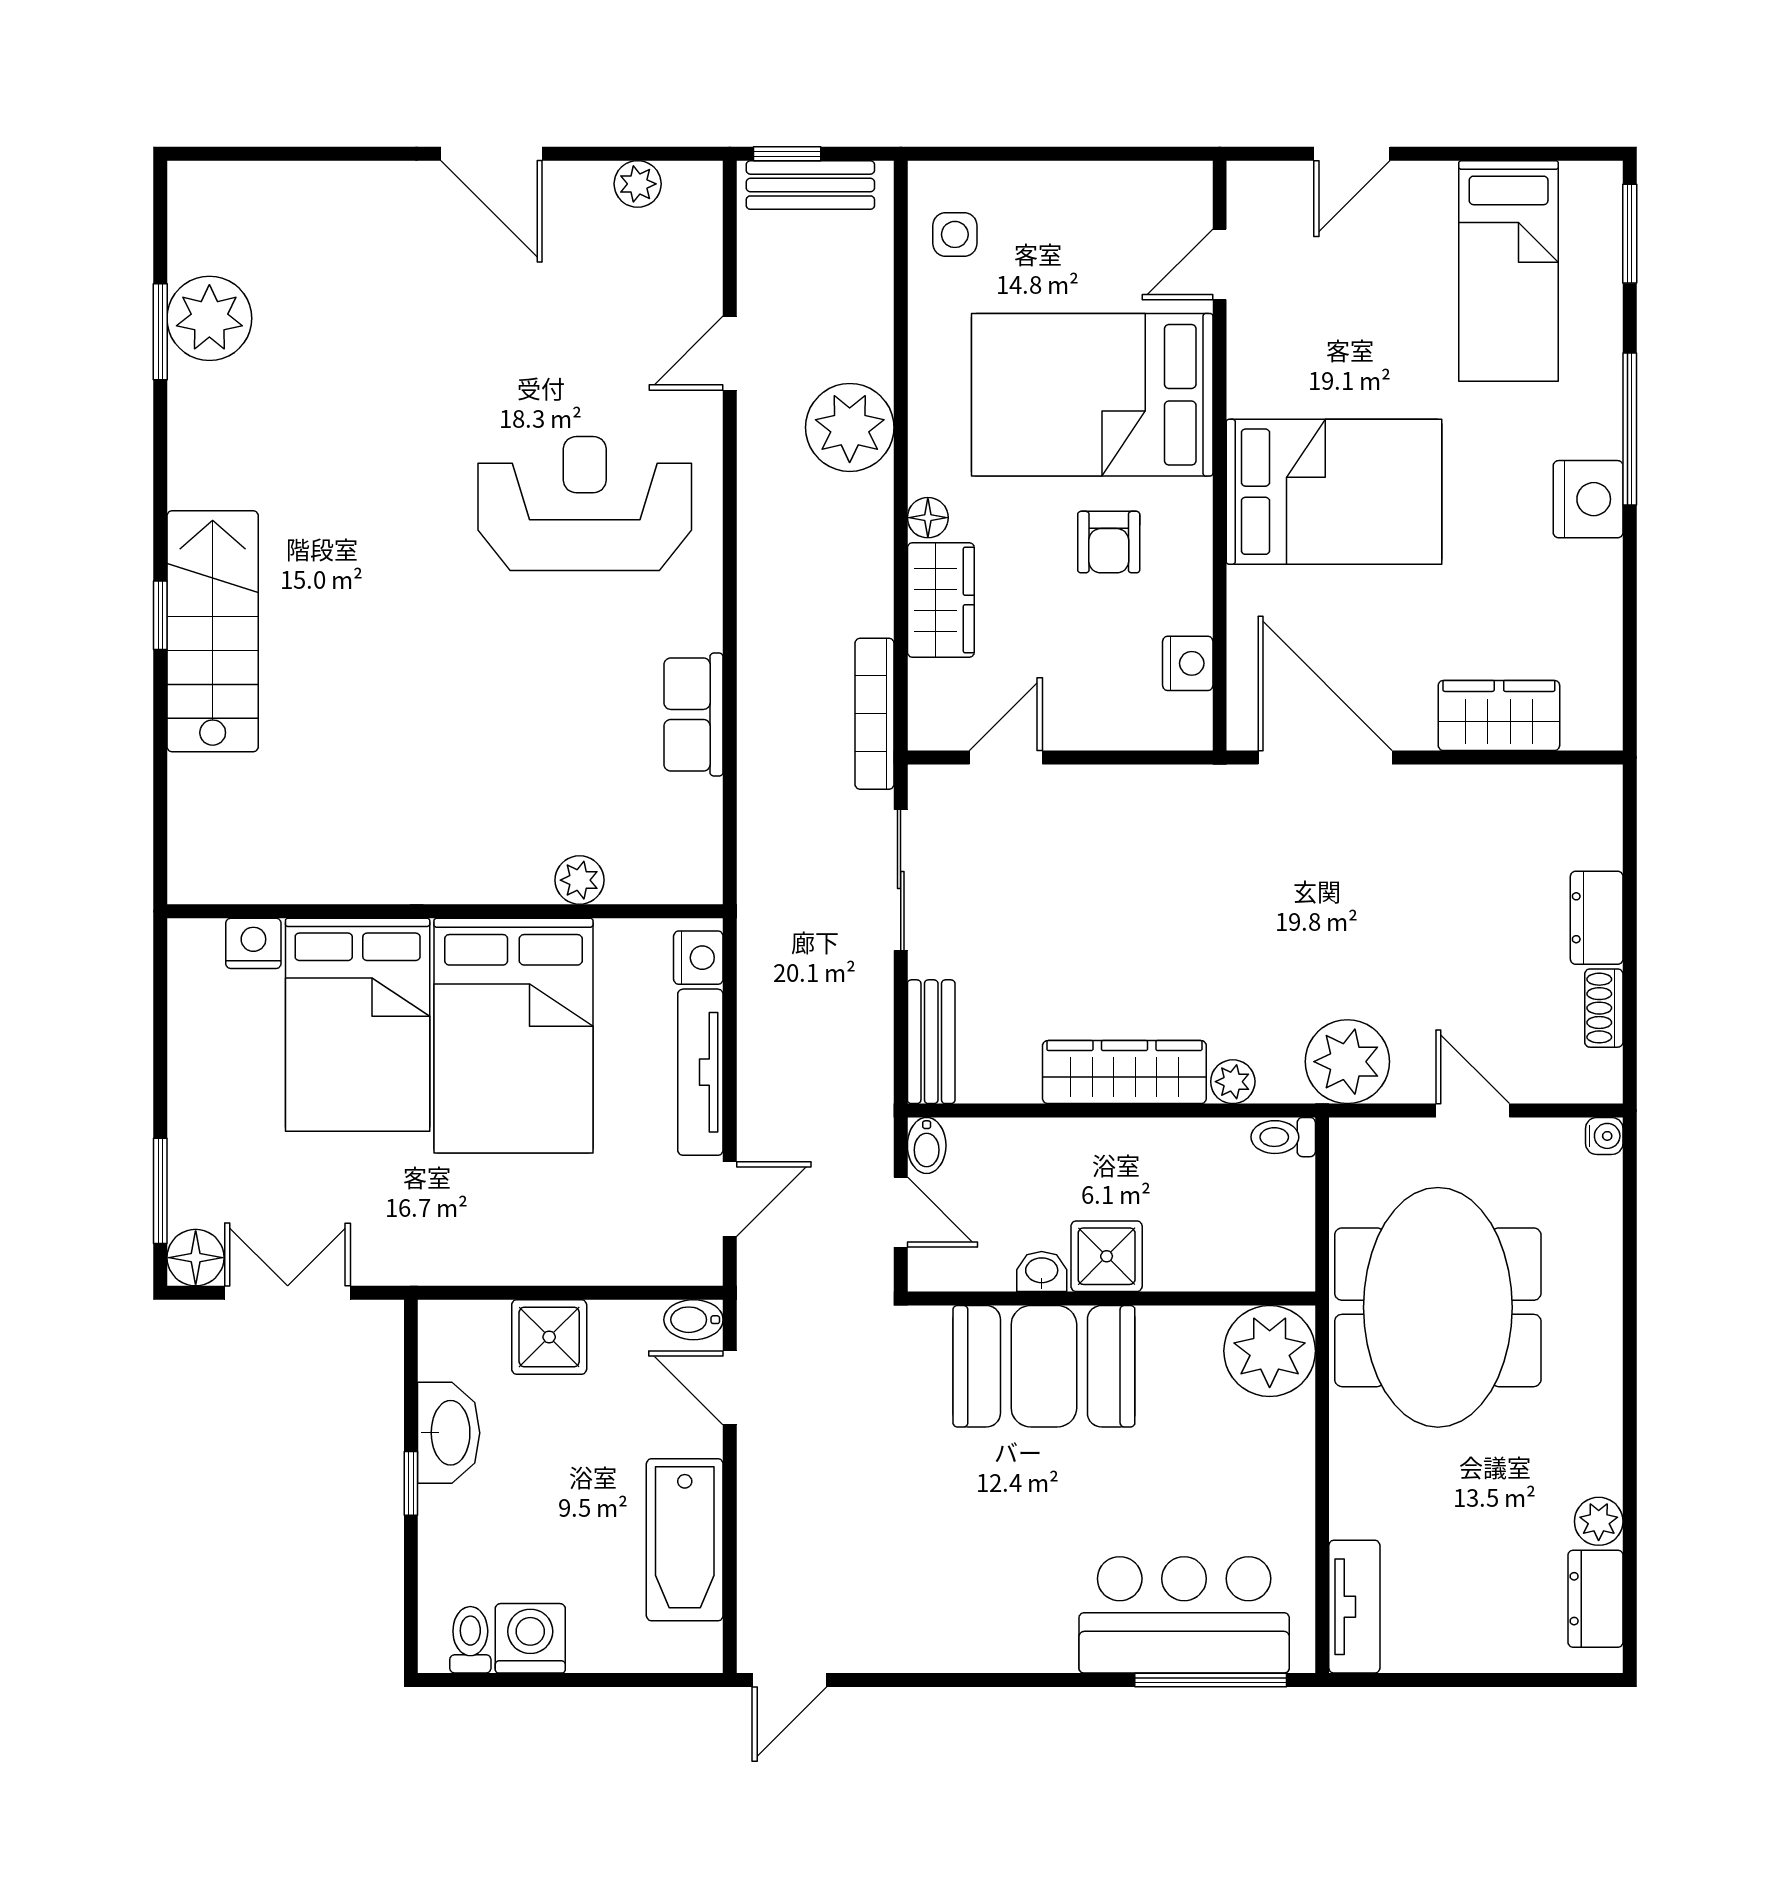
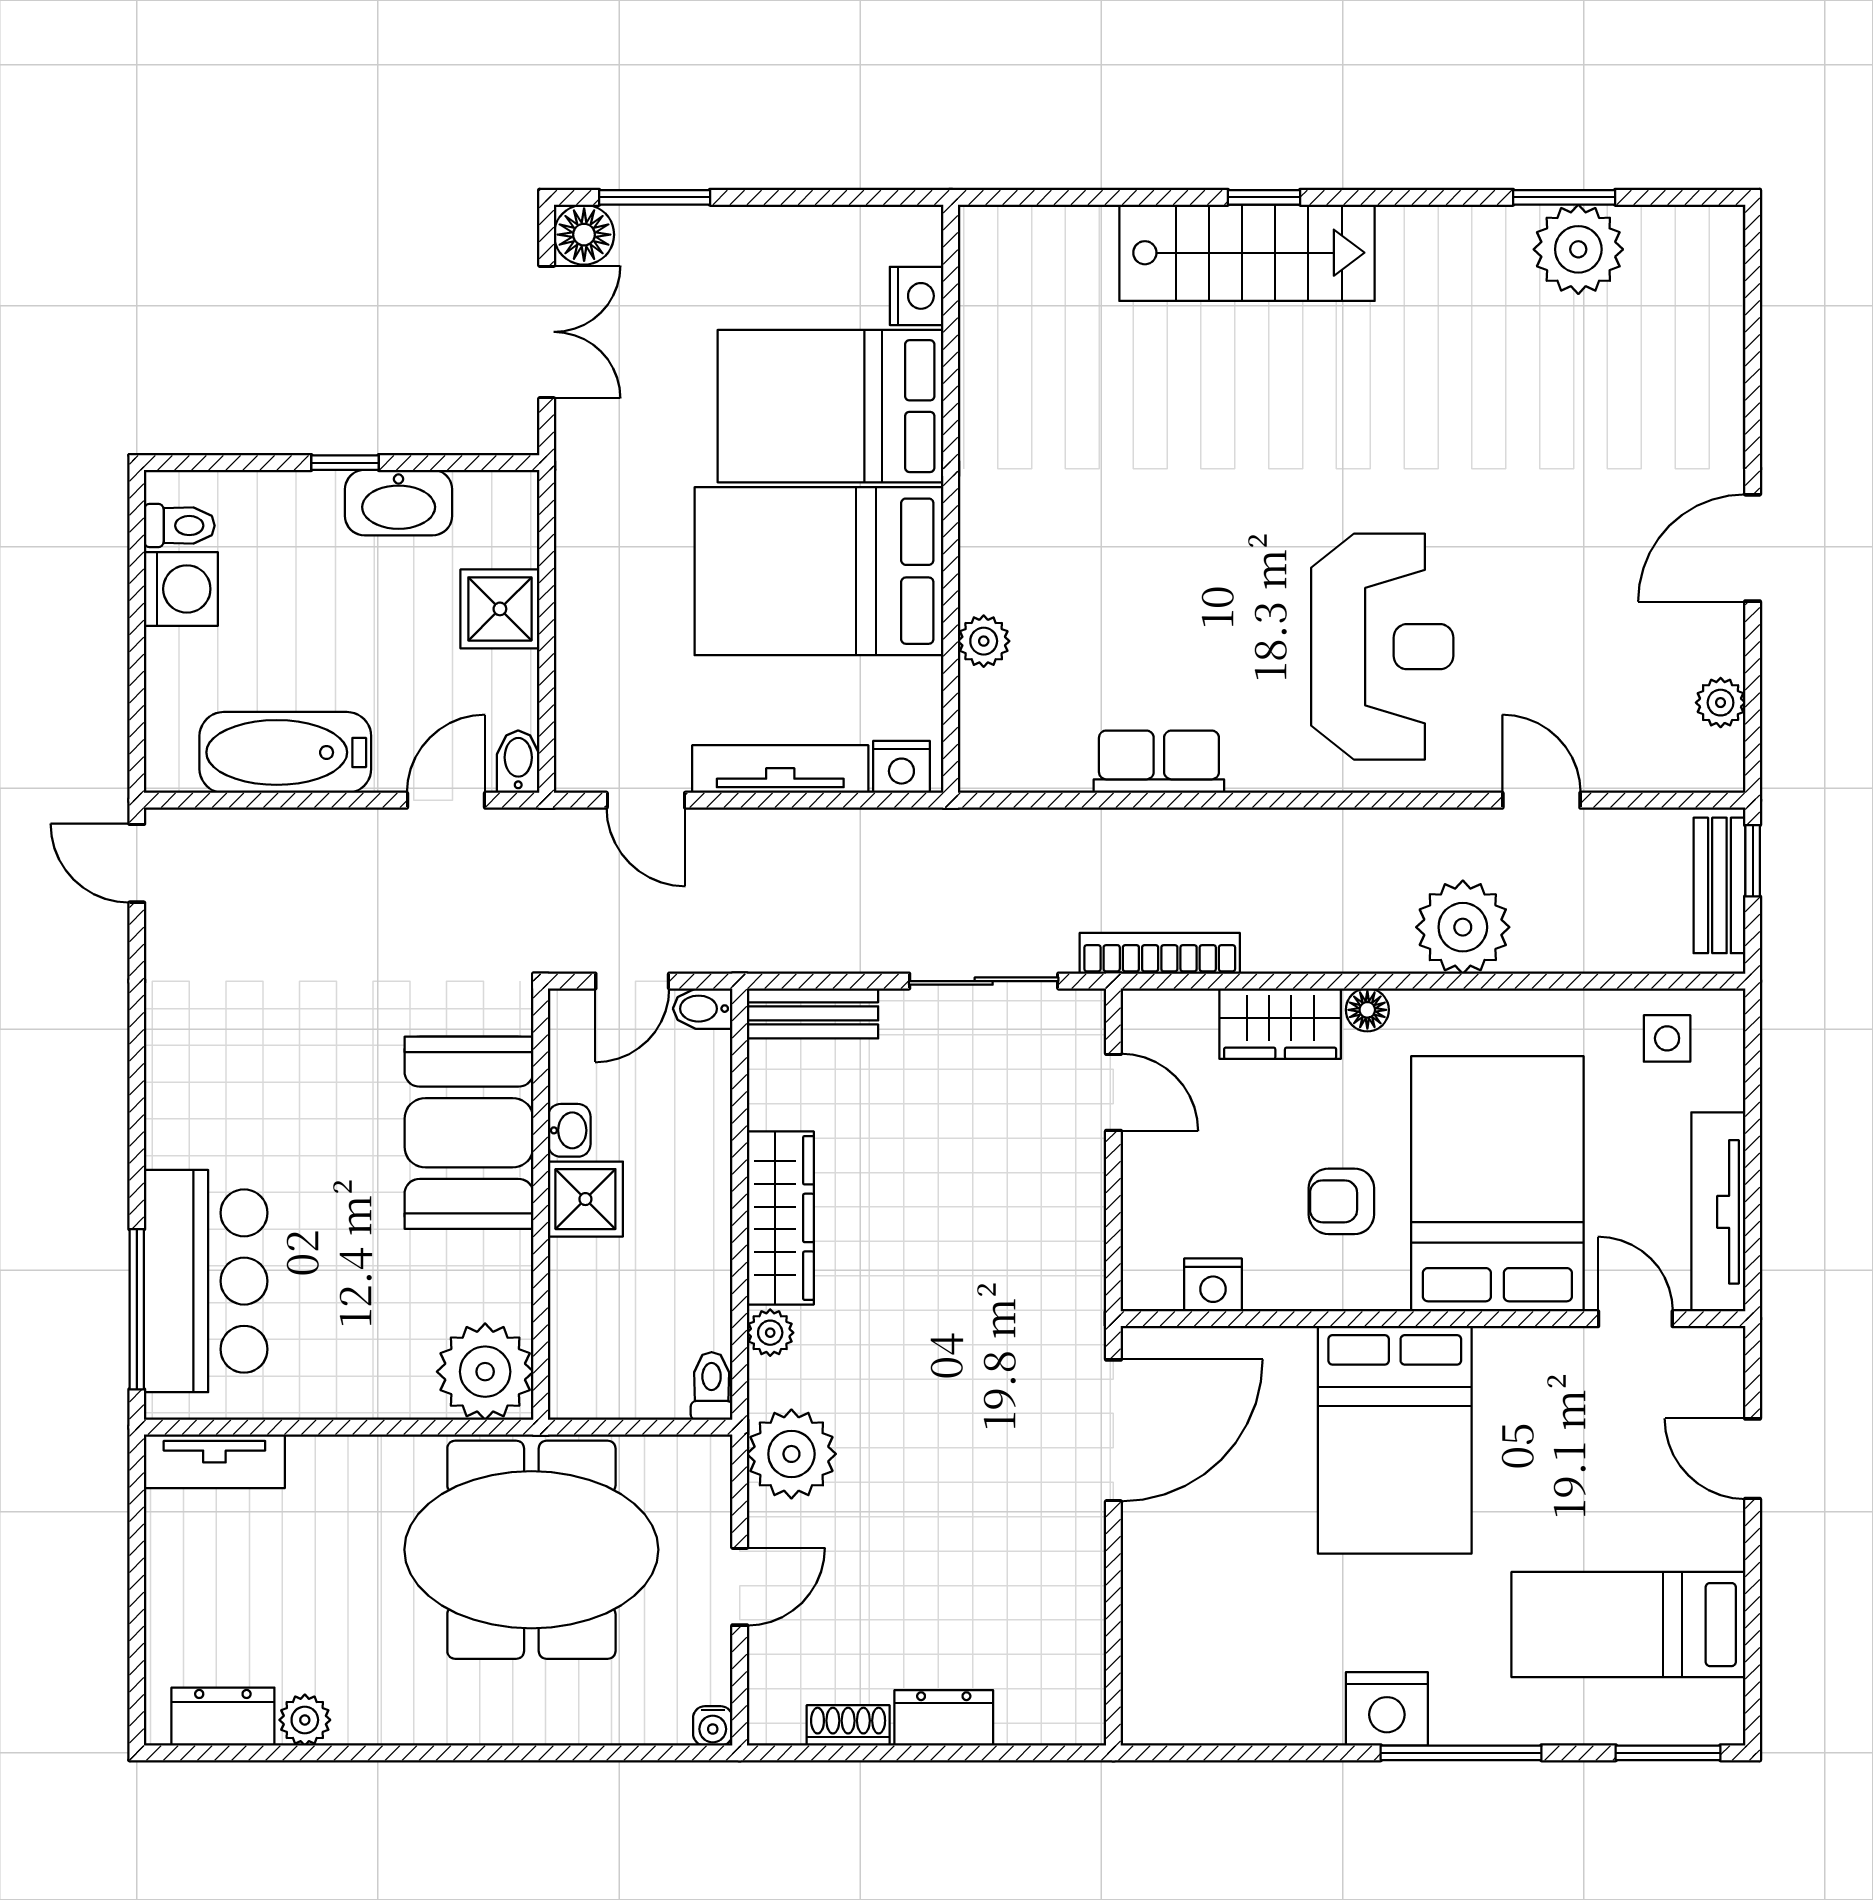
tv unit: (1119, 186) -> (1718, 1212), added
wardrobe: (1499, 715) -> (1158, 1614), removed

